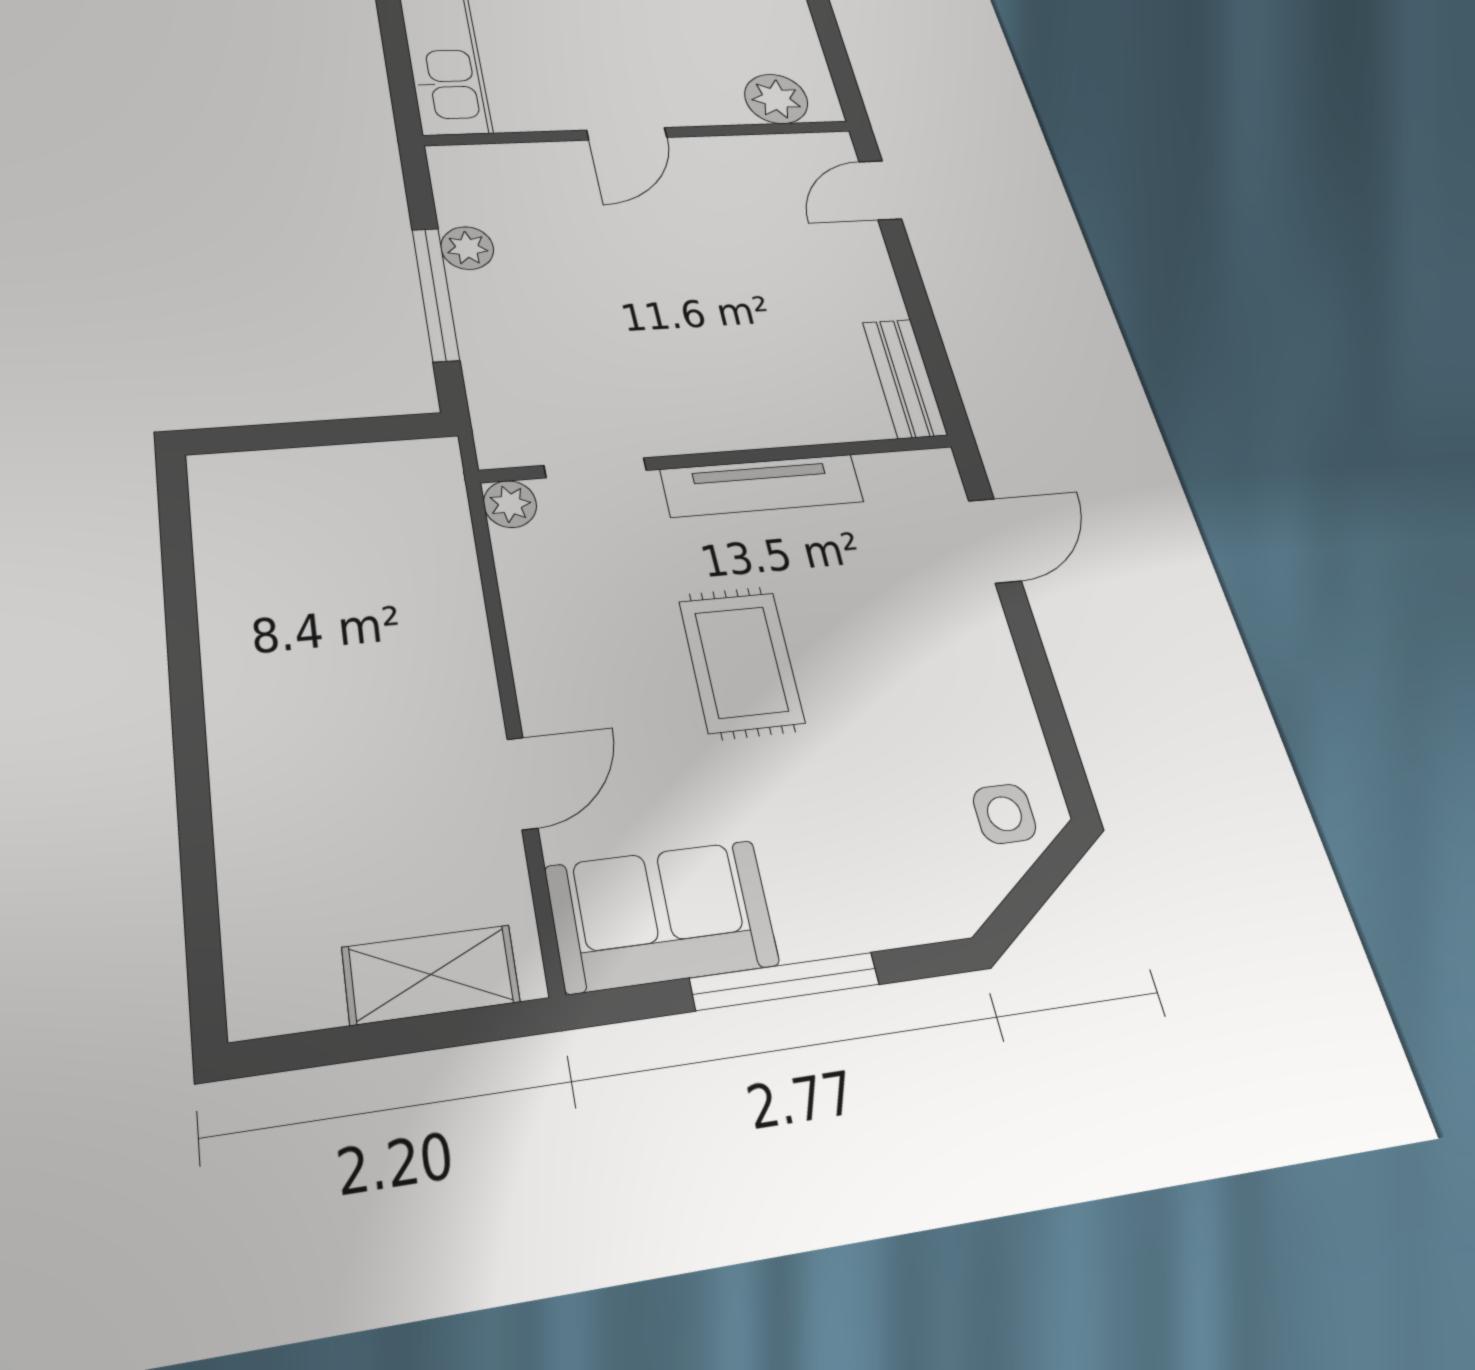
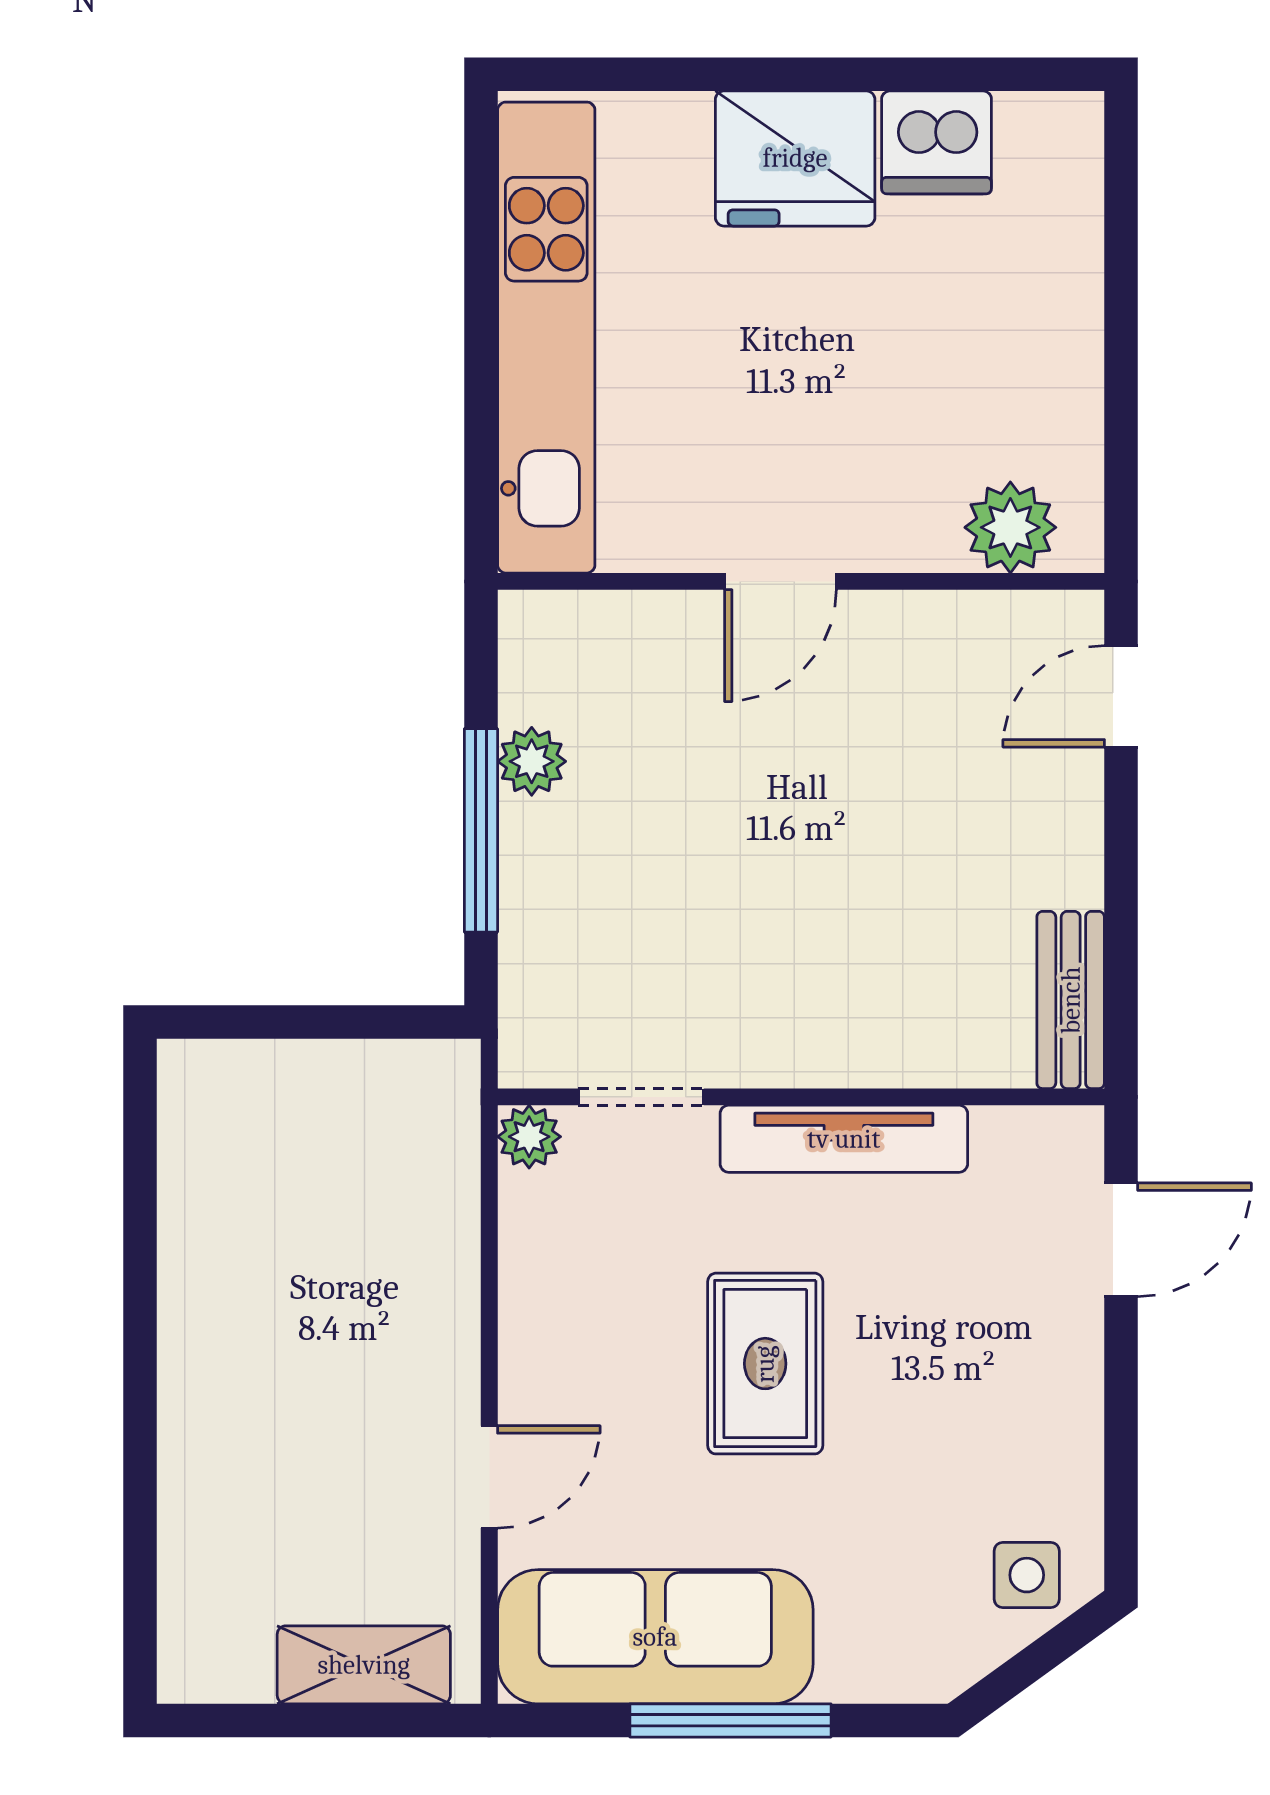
sofa: (661, 916) -> (655, 1637), width x1.36

